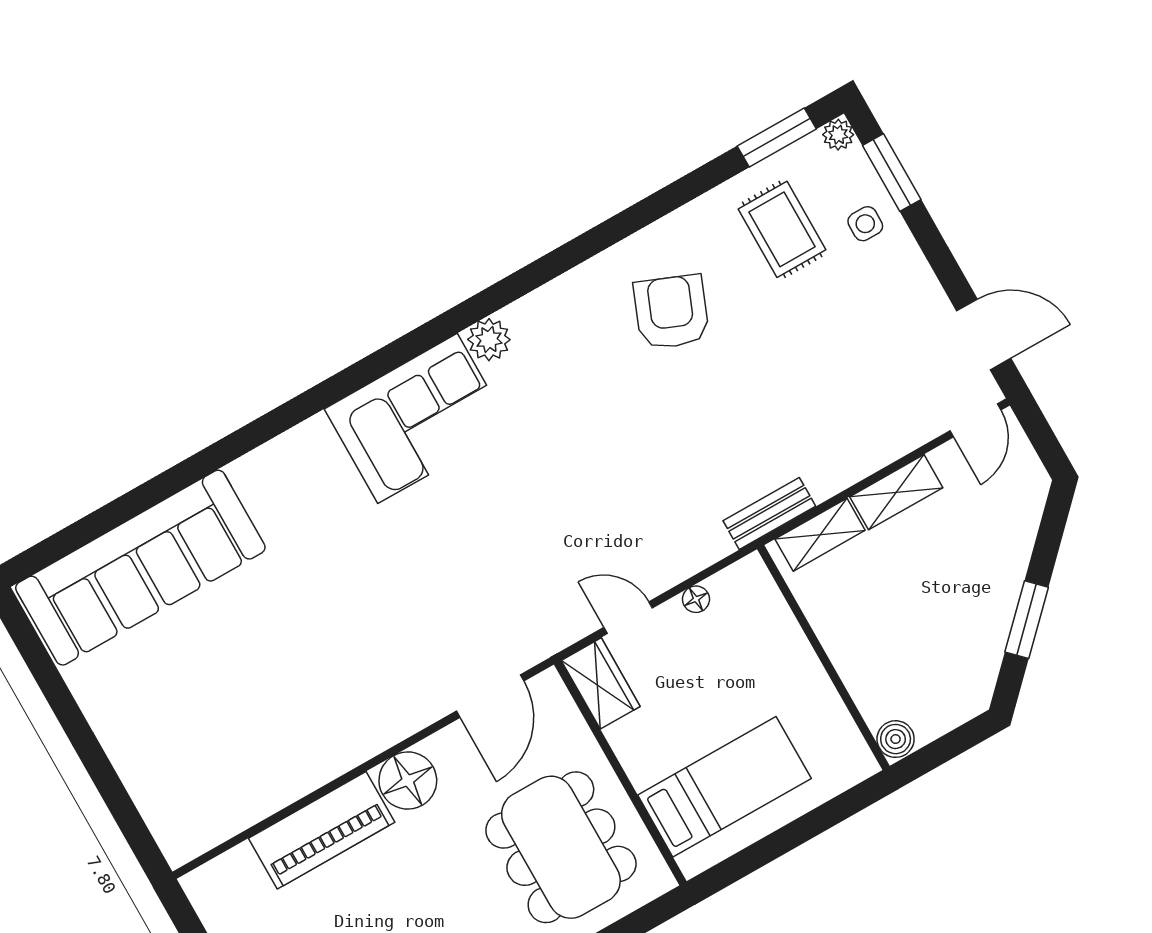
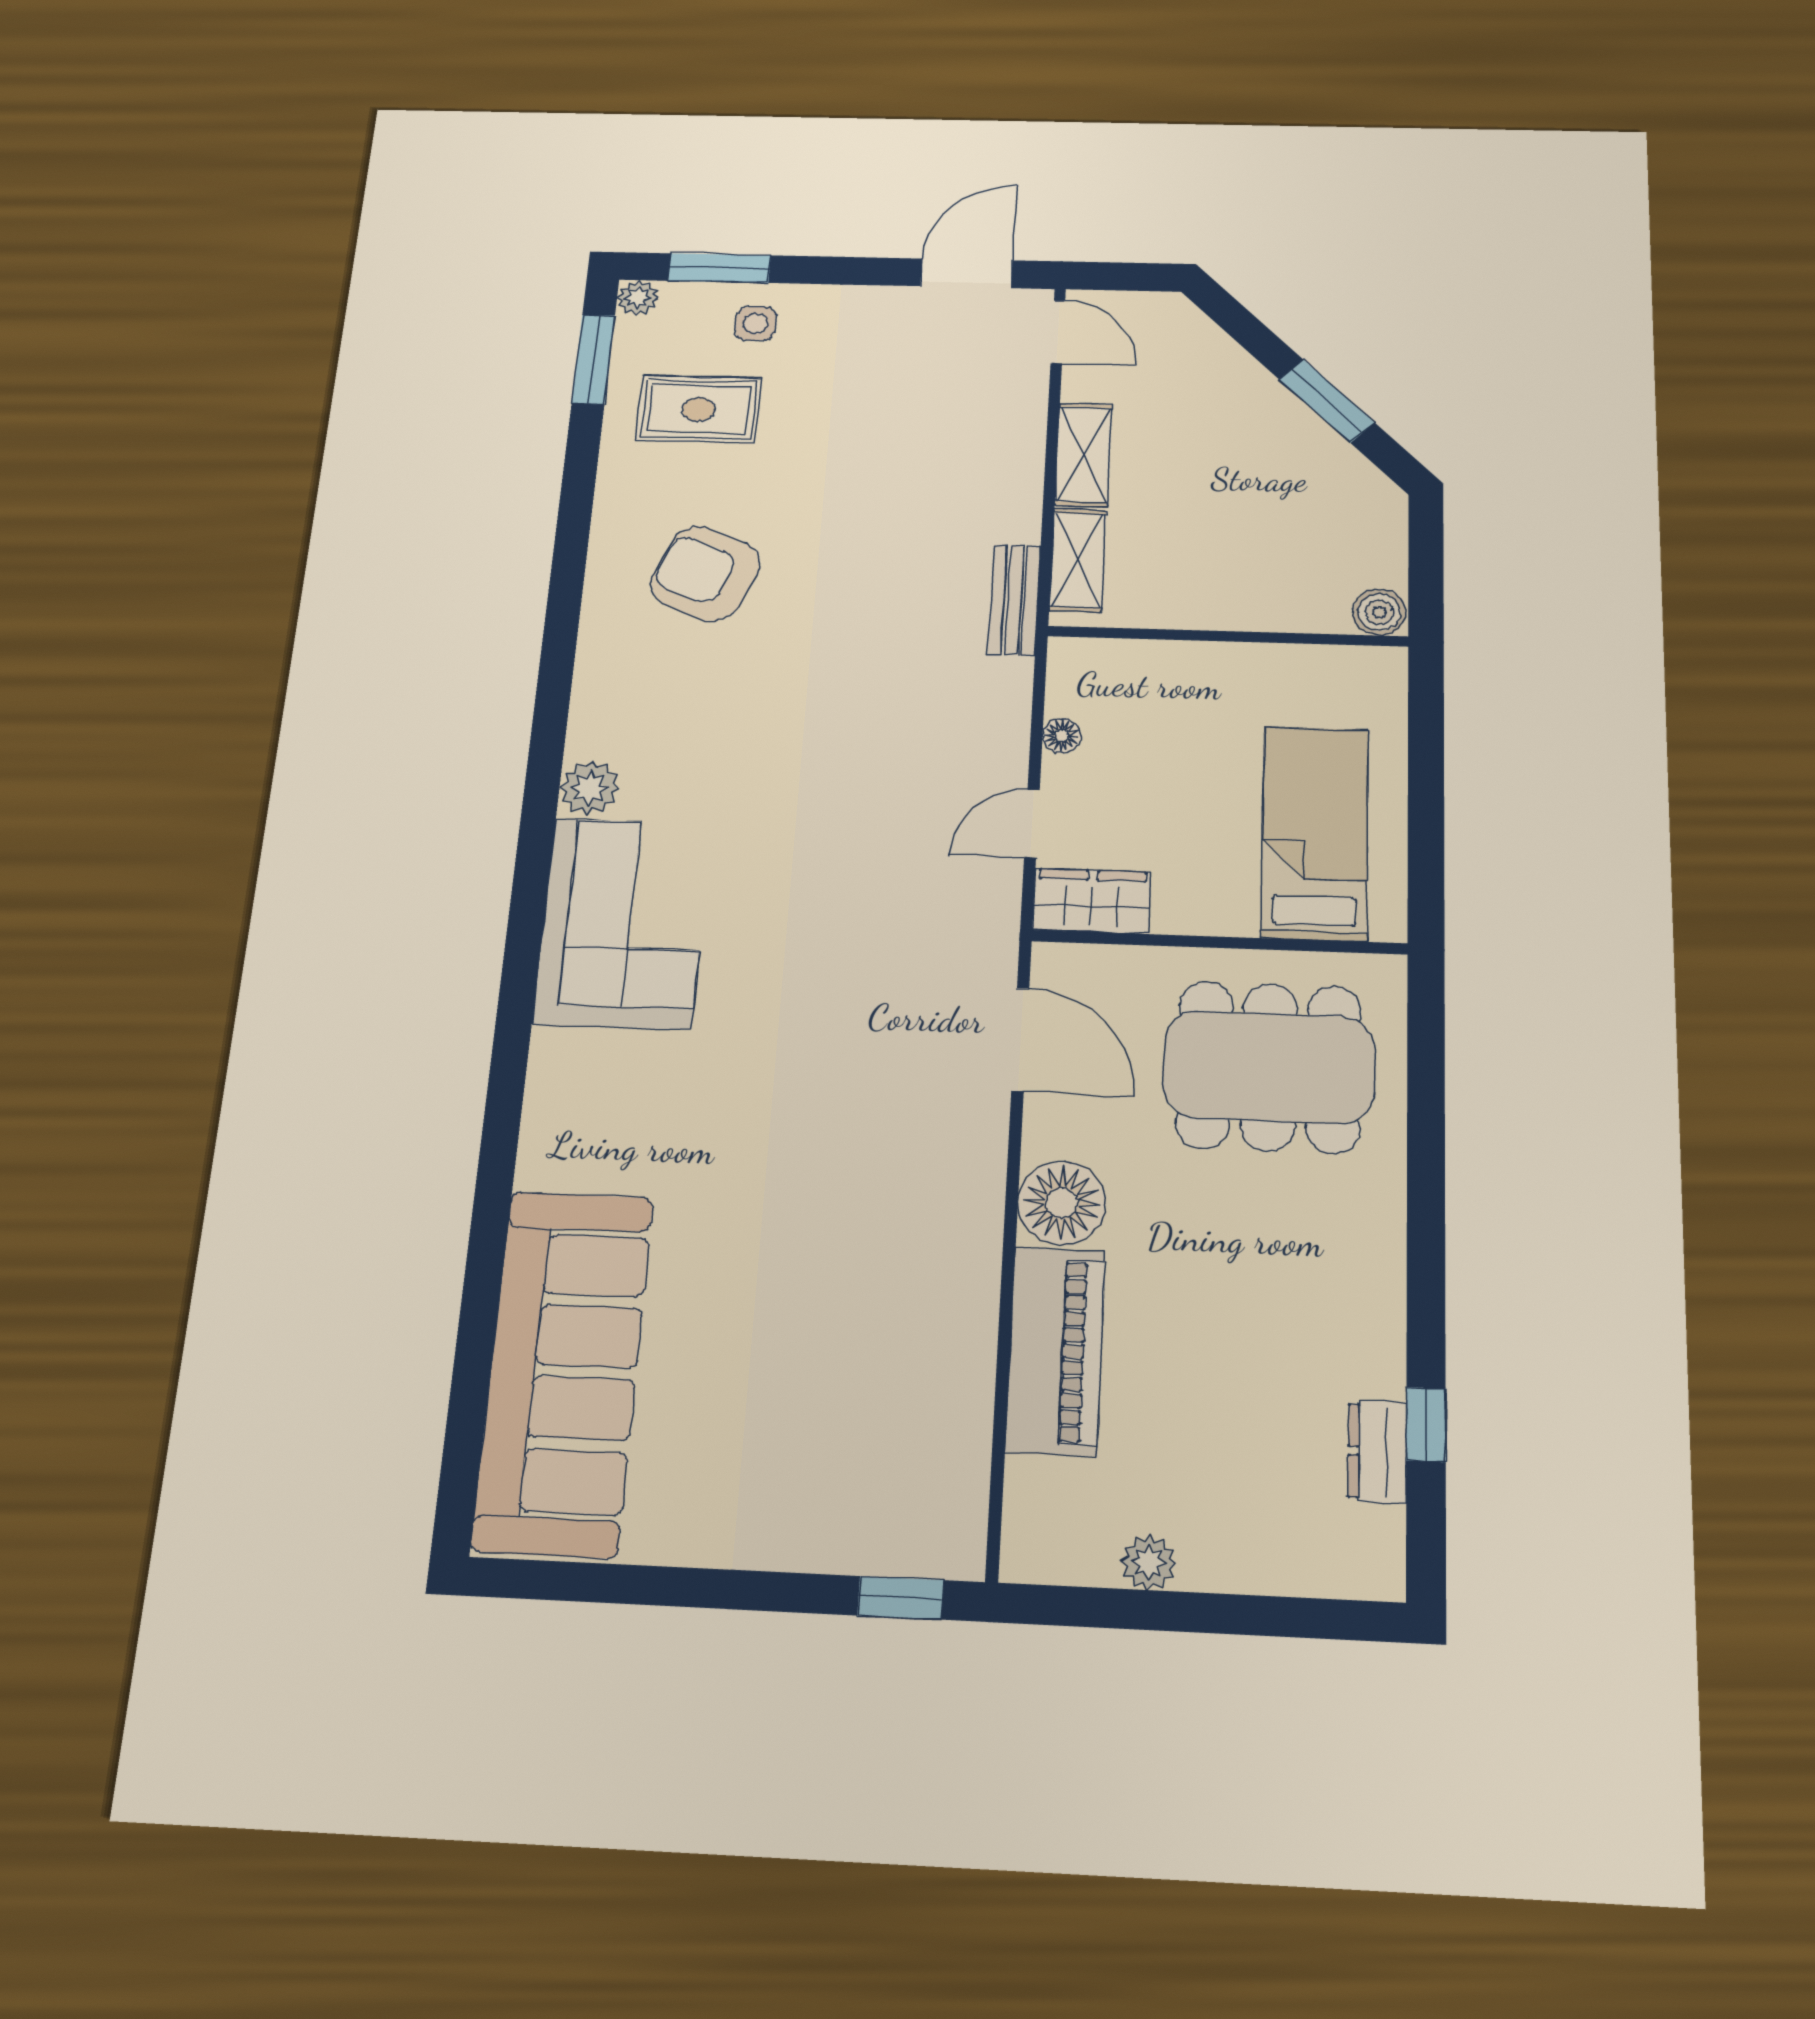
window: (136, 832) -> (901, 1598), added

